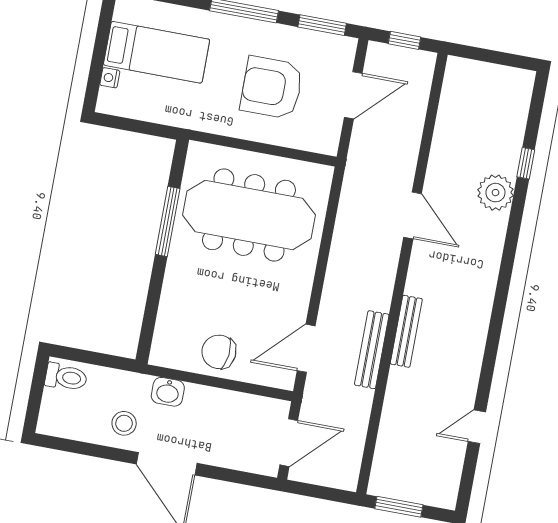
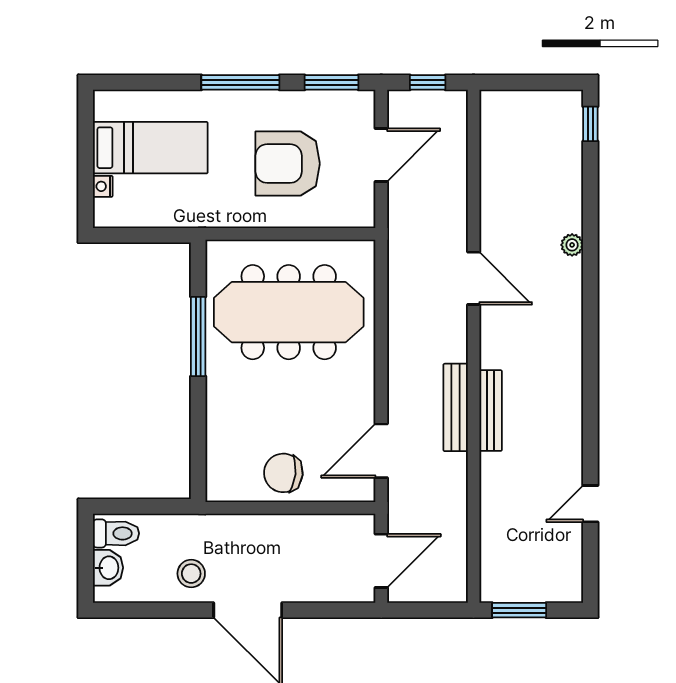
window: (526, 163) -> (590, 124), moved
plant: (495, 193) -> (572, 245), width x0.53, depth x0.53
bench: (372, 350) -> (456, 407), moved
washbasin: (168, 392) -> (108, 568), moved, turned -90

